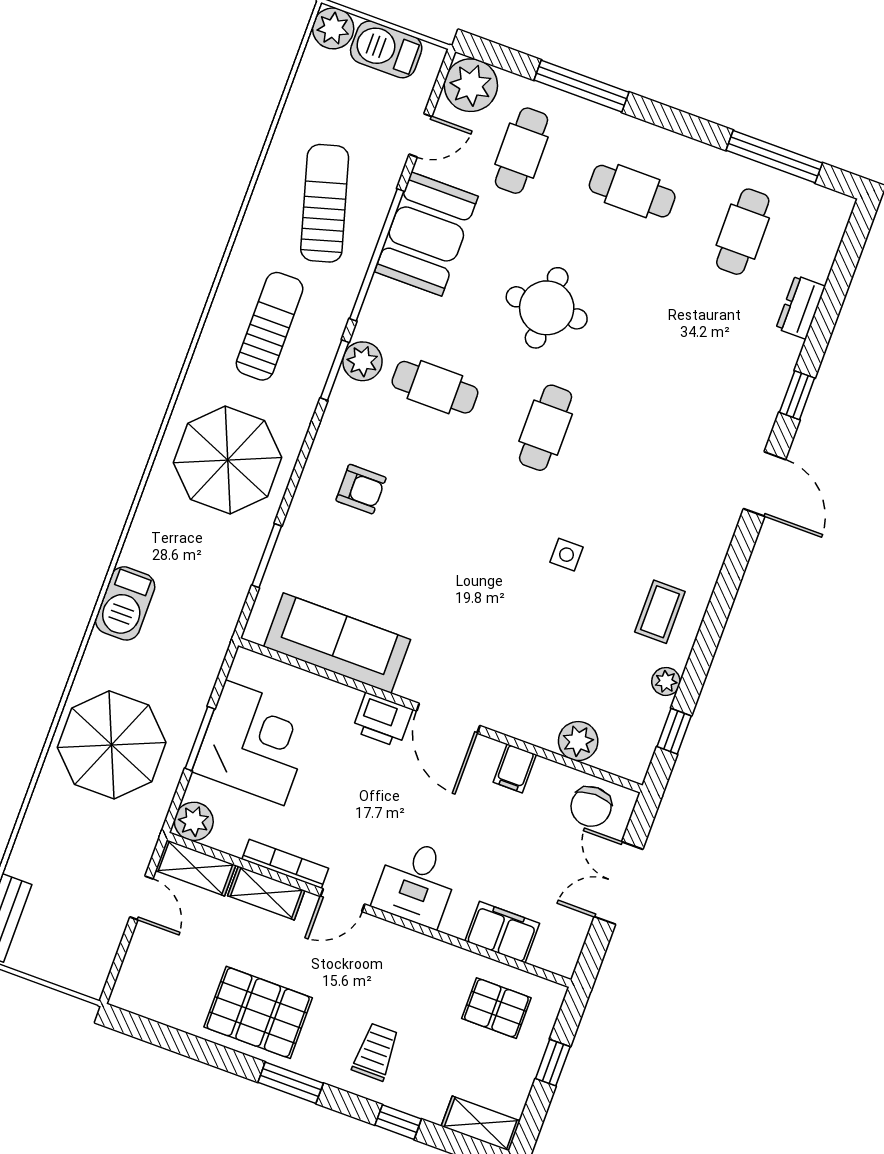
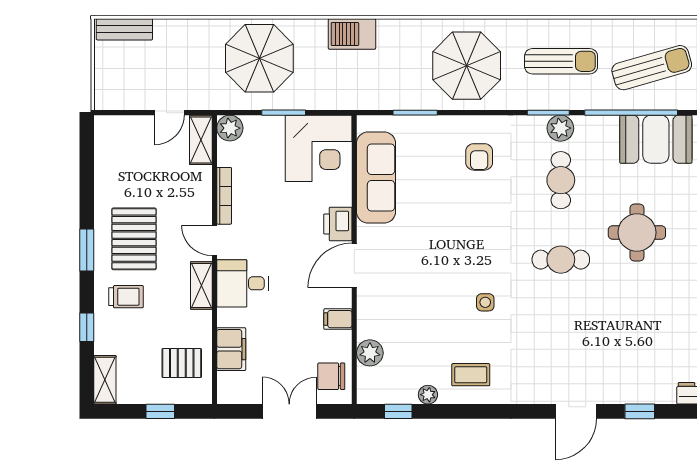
corner desk: (255, 743) -> (319, 148), moved
shelving: (266, 893) -> (201, 285), moved
pallet: (496, 1008) -> (182, 363), turned 90
pallet: (258, 1012) -> (134, 239), moved

